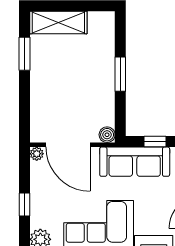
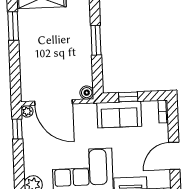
sofa: (135, 162) -> (119, 114), width x0.73
window: (24, 205) -> (17, 129), moved

